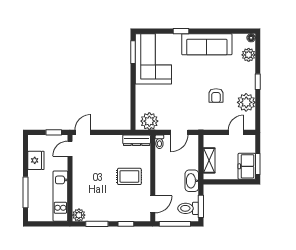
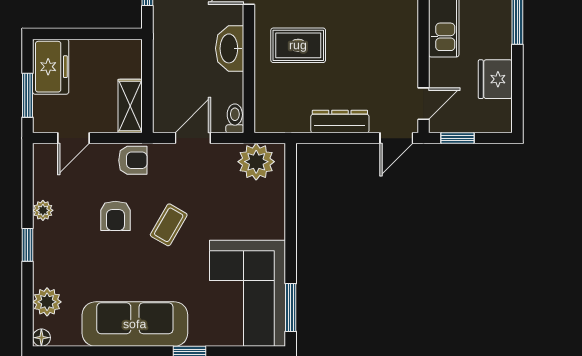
coffee table: (191, 91) -> (169, 225), added
armchair: (216, 96) -> (115, 216), turned 180
plant: (246, 102) -> (43, 210), width x0.53, depth x0.53
armchair: (208, 122) -> (133, 160), added
dresser: (137, 140) -> (340, 121), moved
shelving: (209, 160) -> (130, 106), moved
window: (258, 164) -> (27, 95), moved
washbasin: (192, 181) -> (230, 48), moved, turned 180

